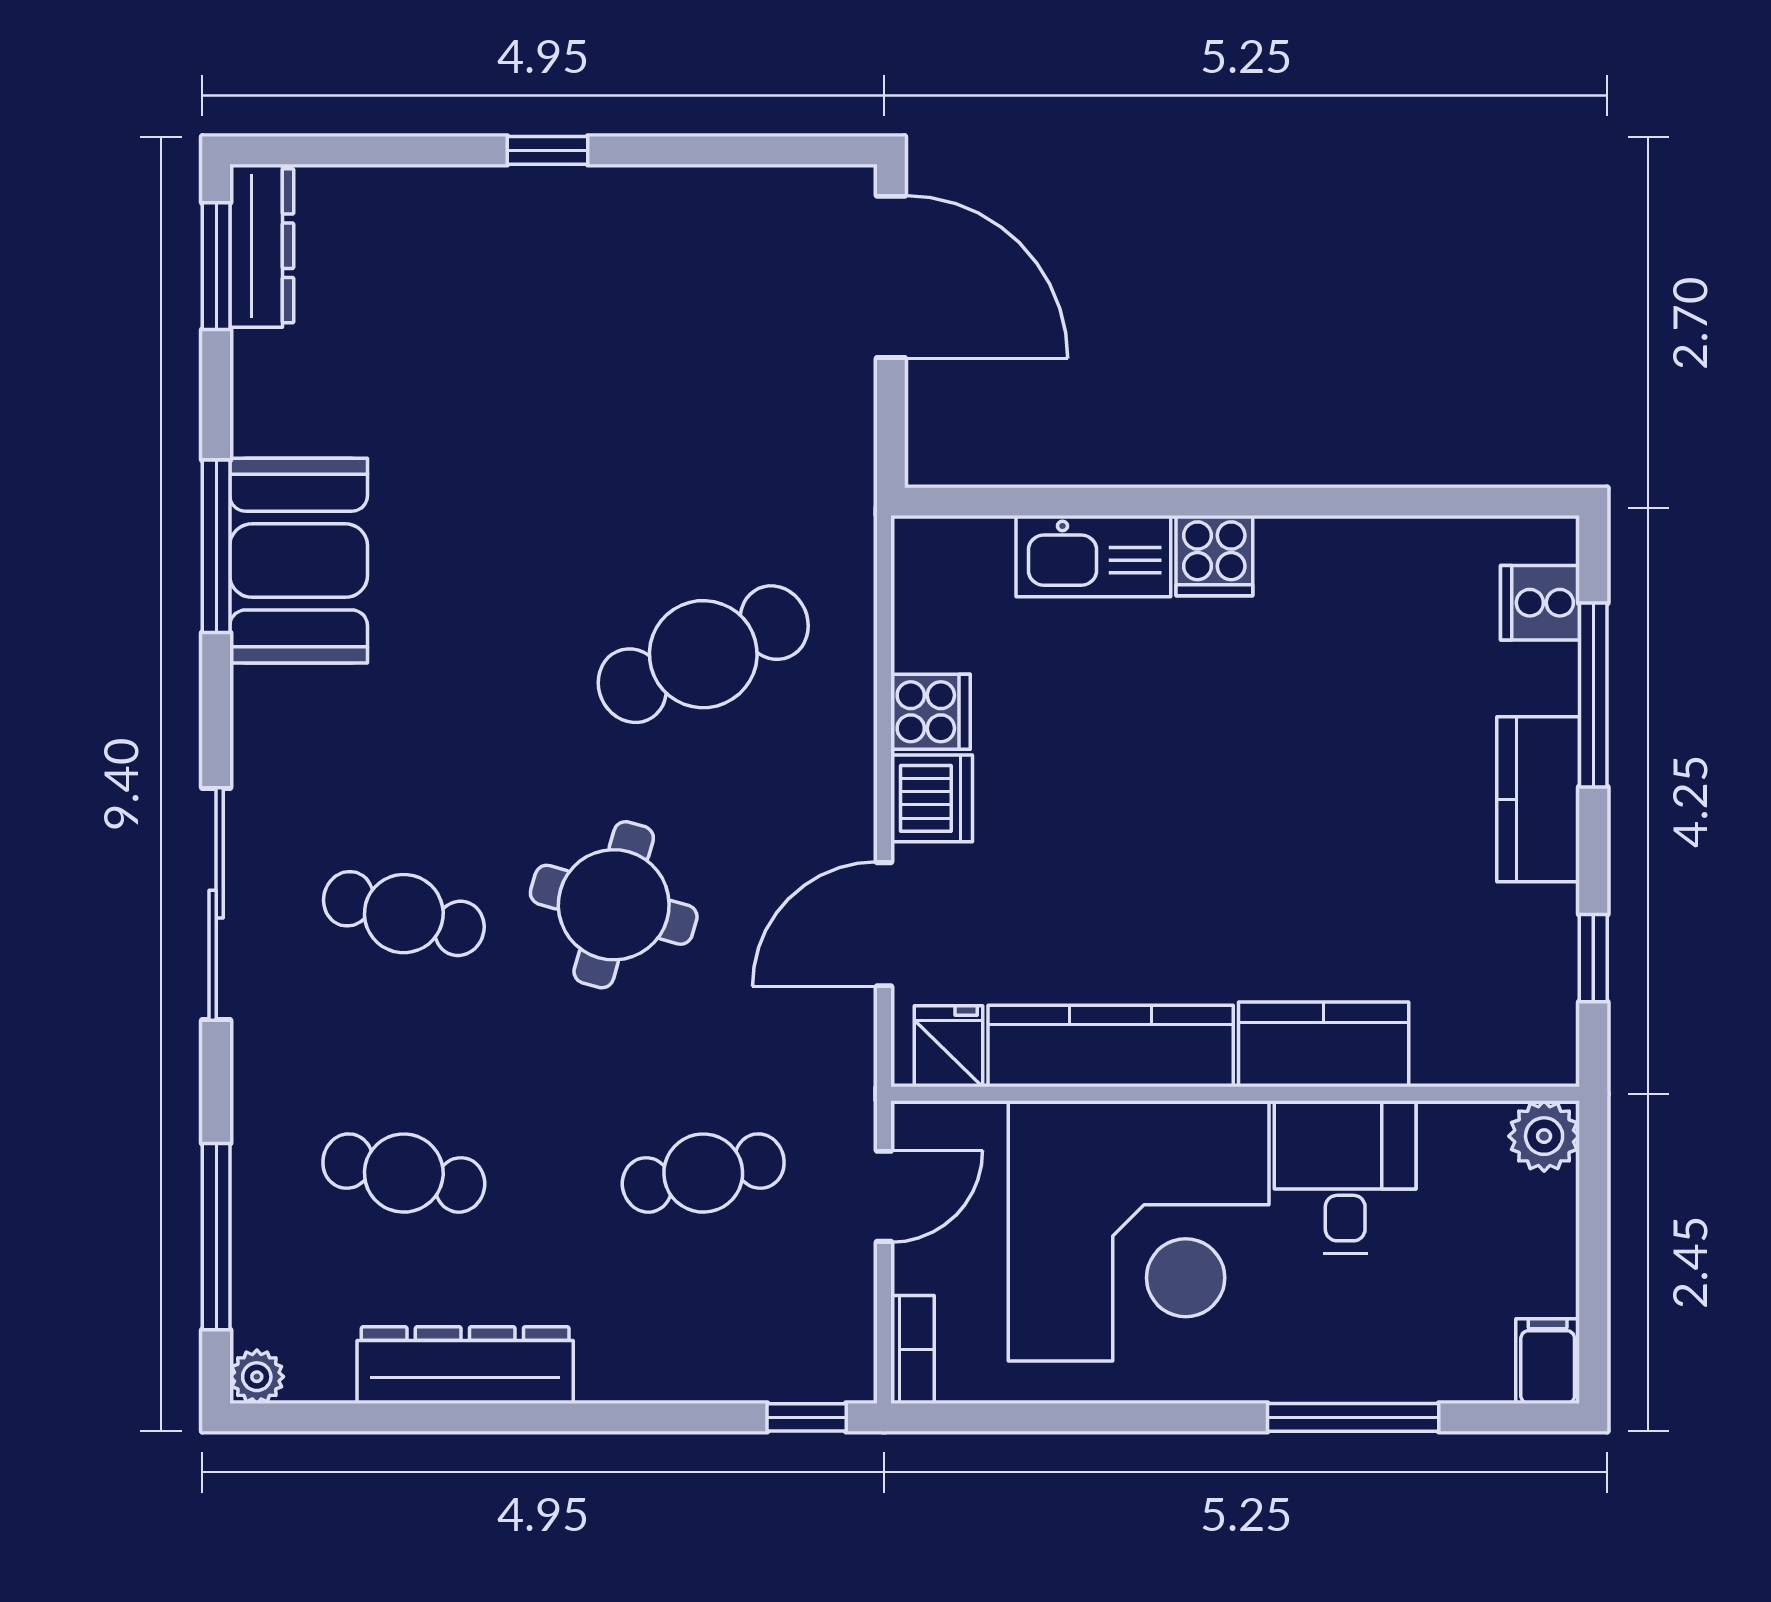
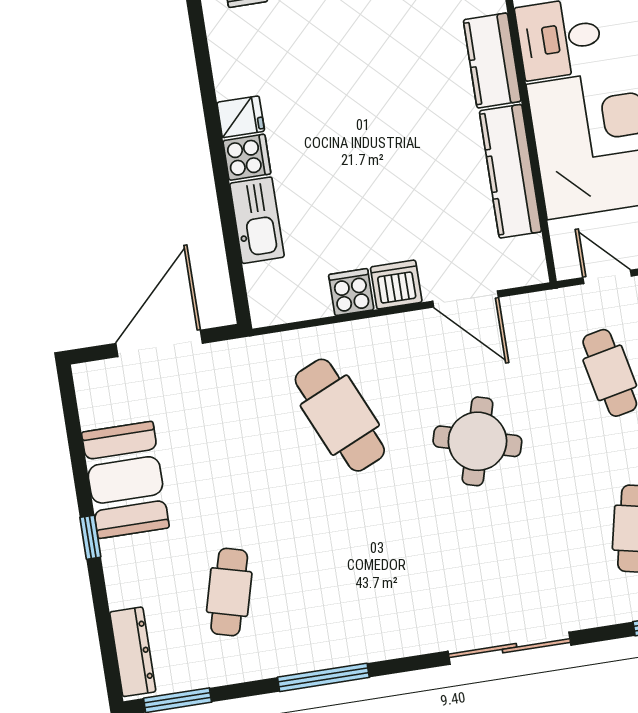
dresser: (262, 246) -> (133, 652), moved, turned 90
door: (891, 277) -> (159, 343), moved
booth: (299, 561) -> (125, 480), moved, turned 90
cafe table: (404, 914) -> (229, 592), moved
fridge: (948, 1046) -> (241, 117), moved, turned 180

